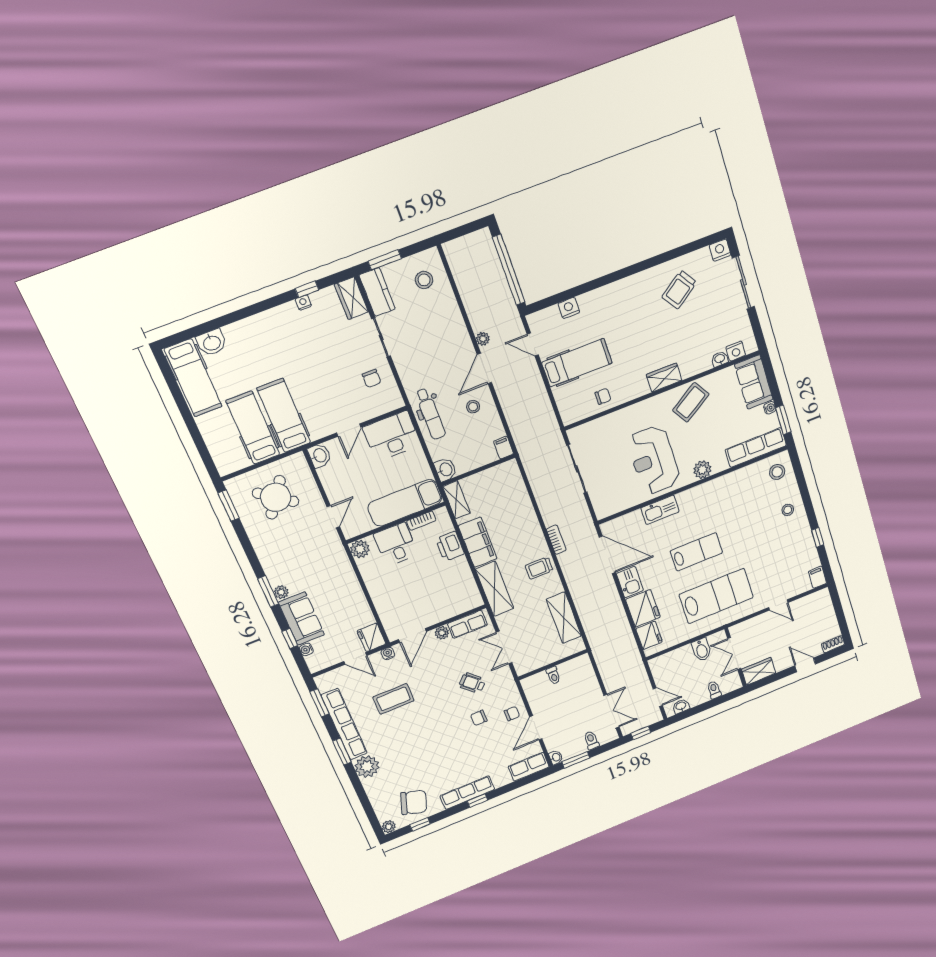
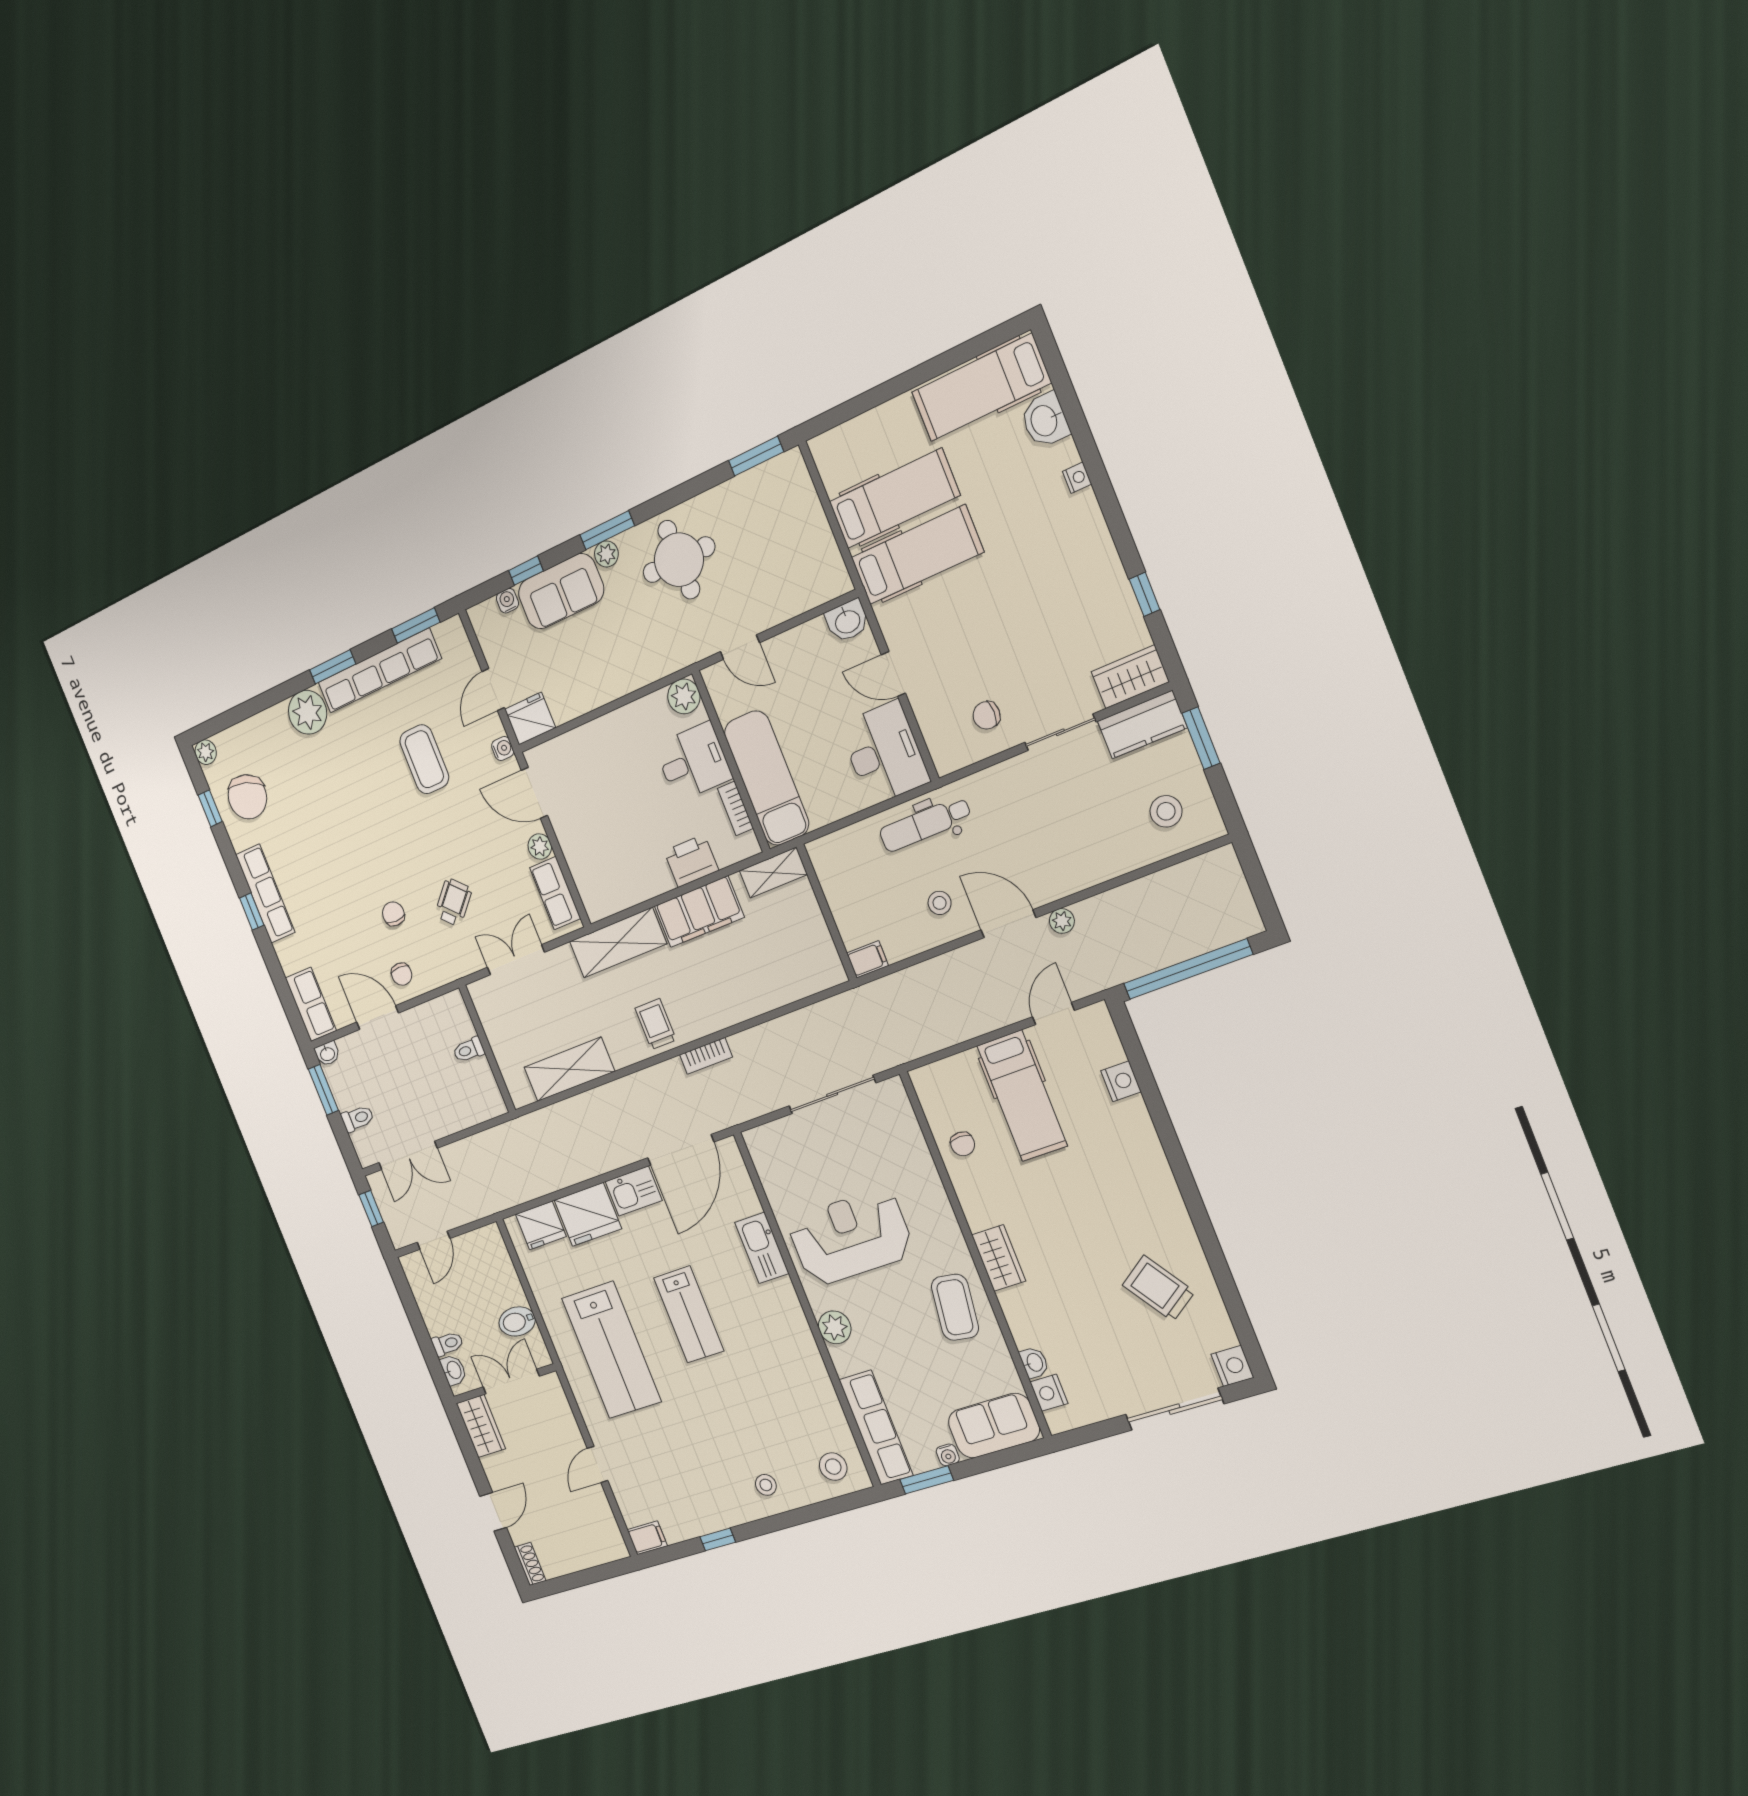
nightstand: (303, 303) -> (1077, 478), moved
coffee table: (691, 402) -> (955, 1307), turned 40
washbasin: (445, 470) -> (827, 852), removed
round table: (276, 497) -> (679, 560), moved, turned -36
washbasin: (681, 706) -> (454, 1370), moved

